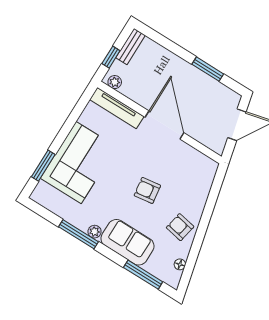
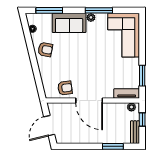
window: (208, 69) -> (113, 146), moved
tv unit: (117, 108) -> (127, 93), width x0.71
corner sofa: (78, 163) -> (124, 35), moved
window: (43, 166) -> (142, 76), moved
armchair: (147, 190) -> (65, 88), moved

